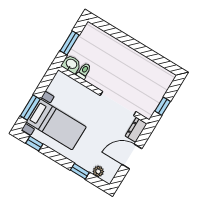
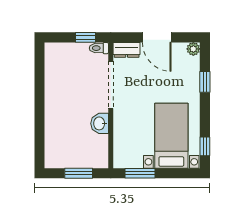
washbasin: (71, 64) -> (100, 123), moved
toilet: (84, 71) -> (99, 48), moved
window: (30, 107) -> (140, 173), moved
plant: (98, 171) -> (193, 49), moved

